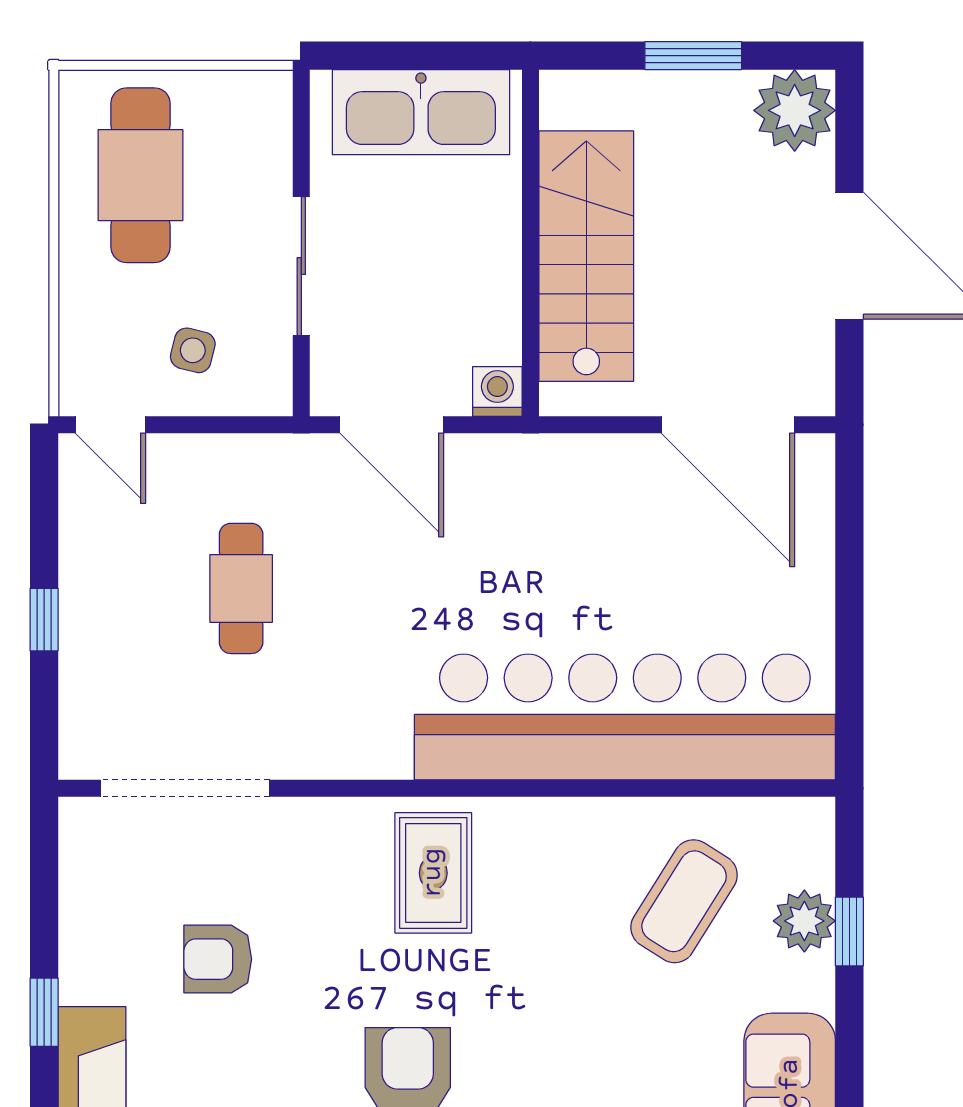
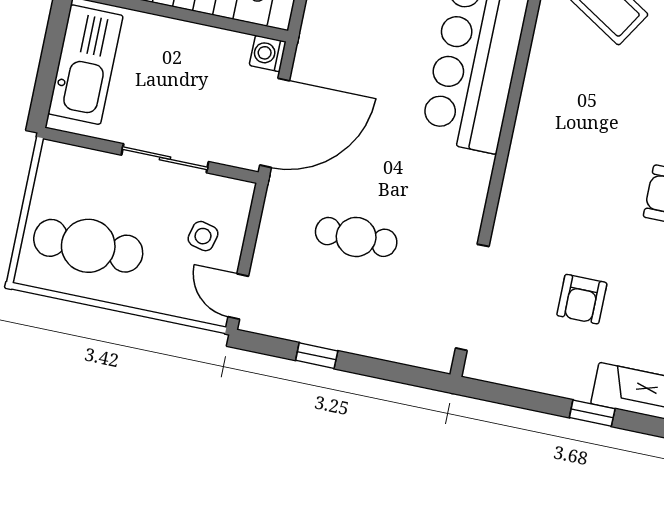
door: (110, 425) -> (238, 297), swing flipped
door: (392, 425) -> (275, 123), width x1.36
window: (44, 620) -> (317, 356), moved
rug: (433, 873) -> (556, 155), removed

